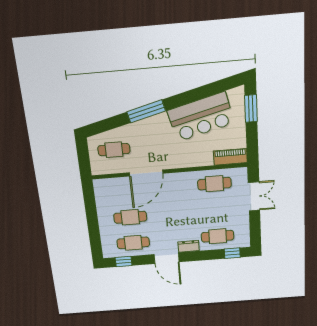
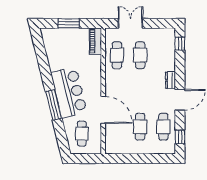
window: (251, 108) -> (69, 23), moved
bar counter: (201, 117) -> (69, 92), moved
cafe table: (218, 236) -> (140, 55), moved

